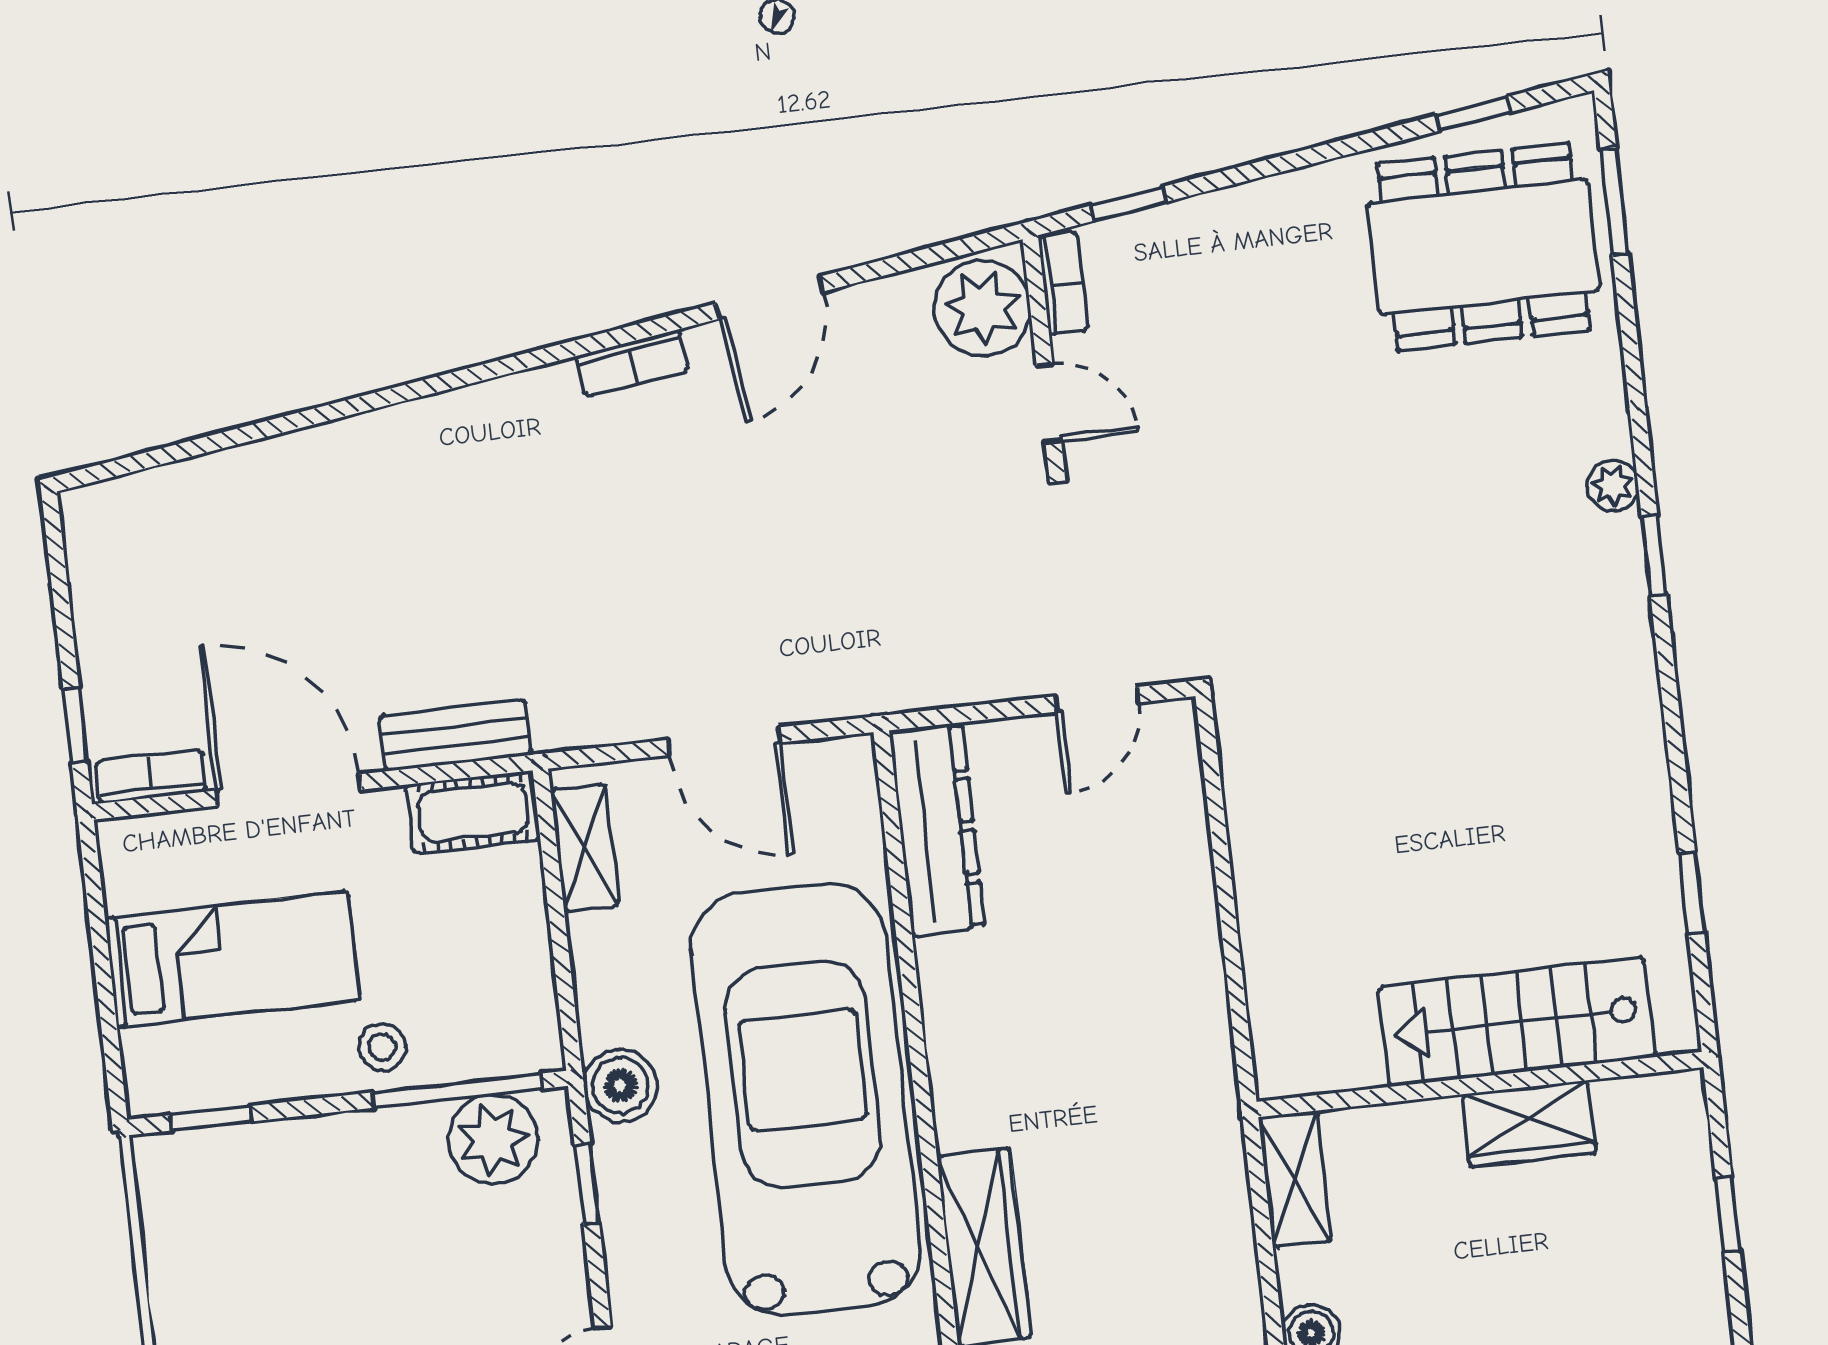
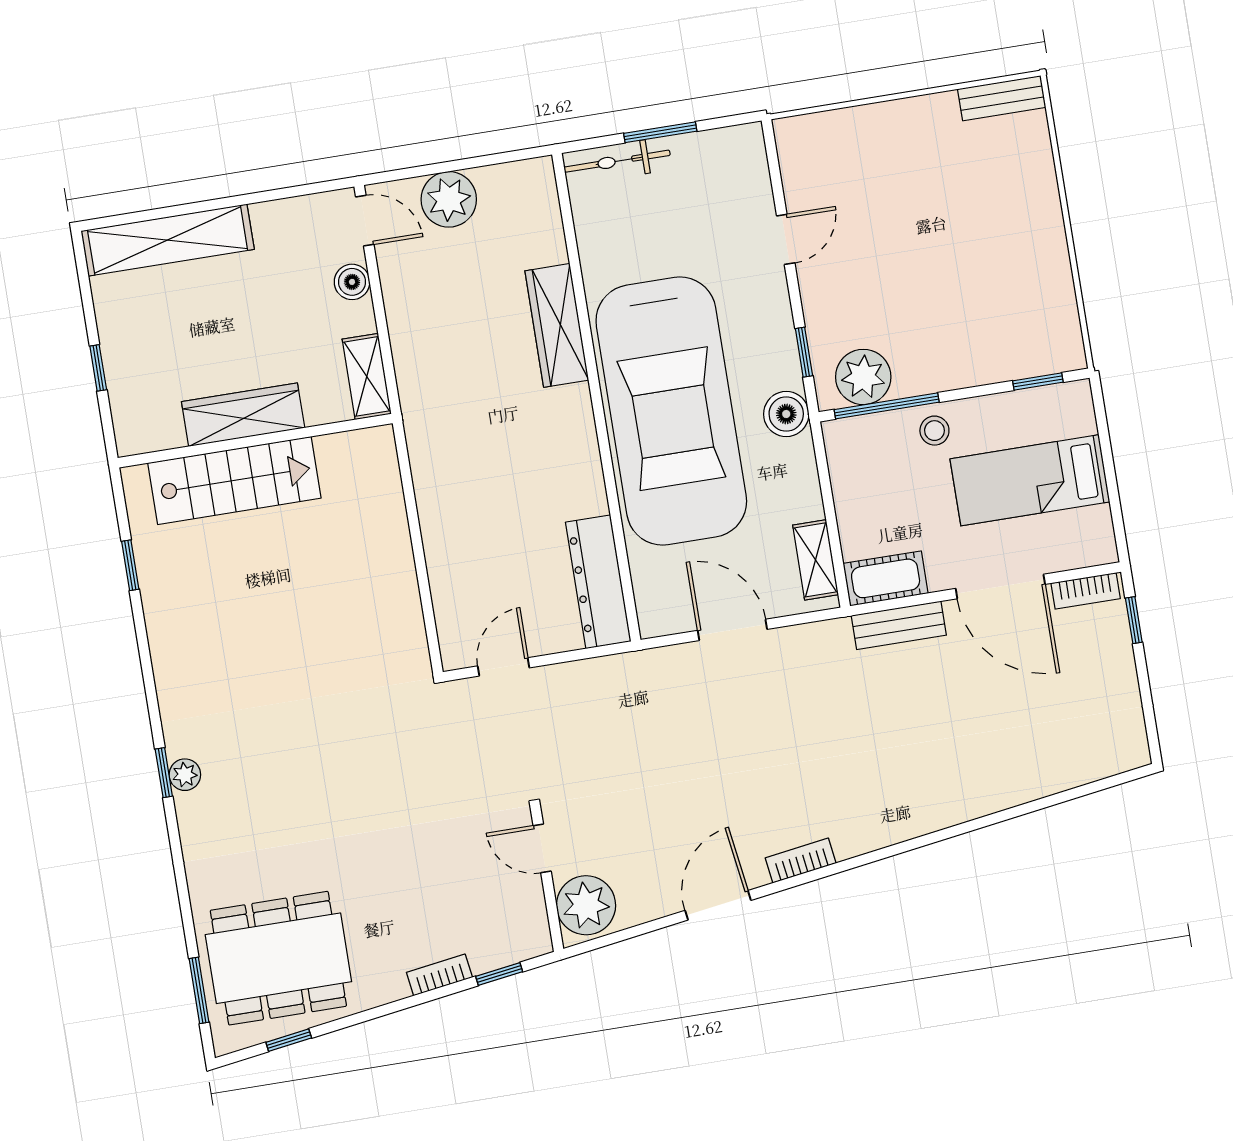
bookcase: (1063, 284) -> (439, 975), moved, turned 82
plant: (1613, 486) -> (185, 775), moved
wardrobe: (1529, 1124) -> (243, 415), width x1.50

